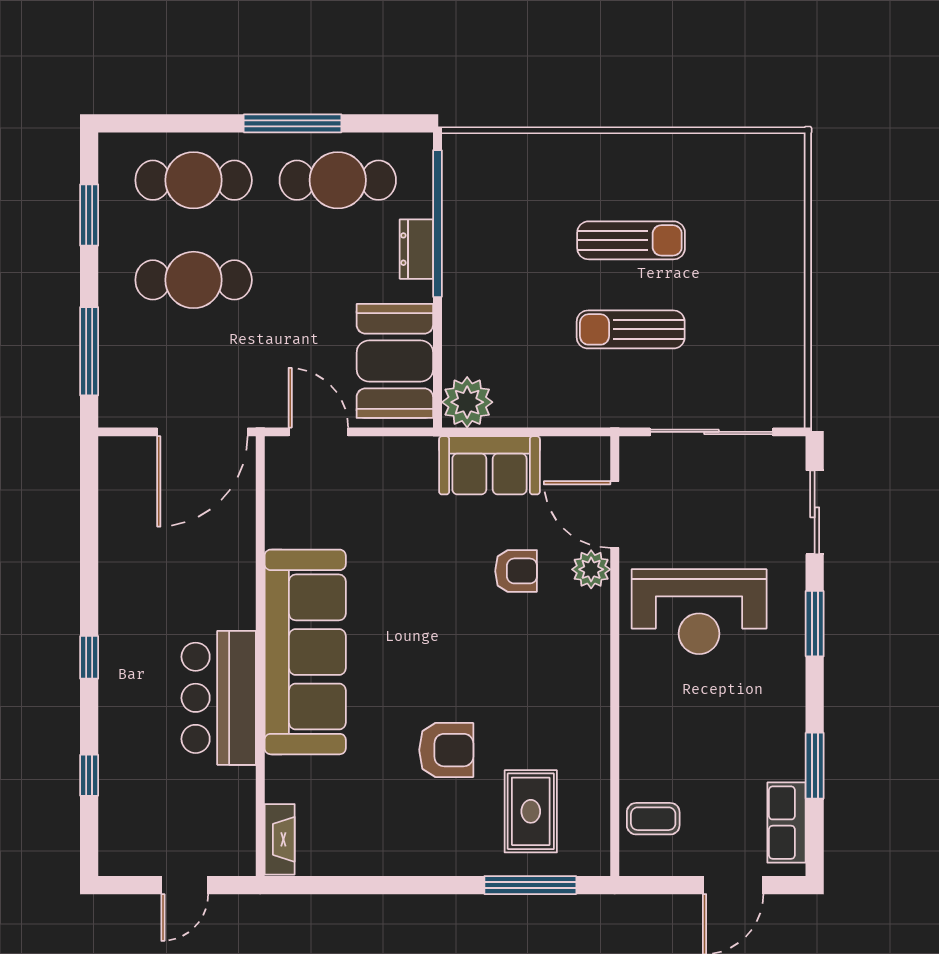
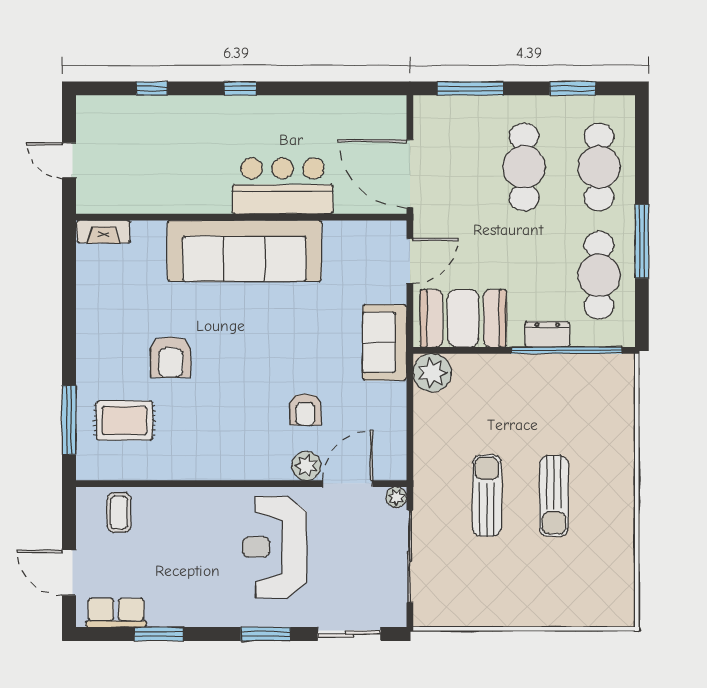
plant: (633, 450) -> (396, 497), added
sofa: (489, 465) -> (385, 342), moved
bar counter: (219, 698) -> (283, 186), moved

